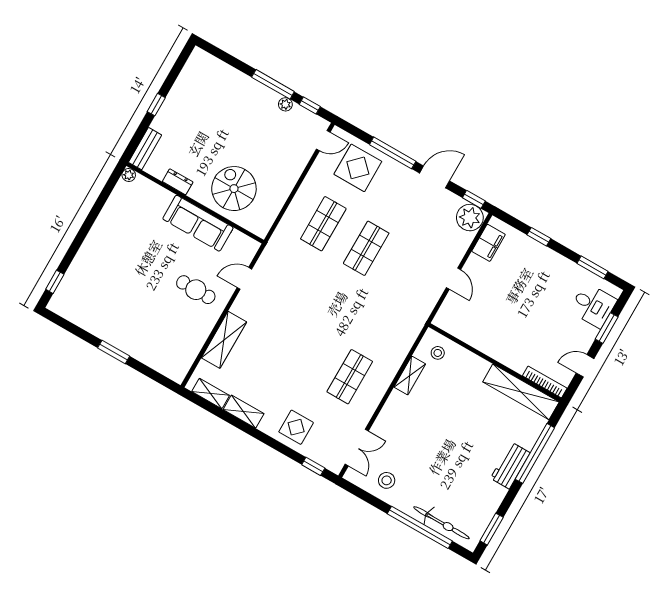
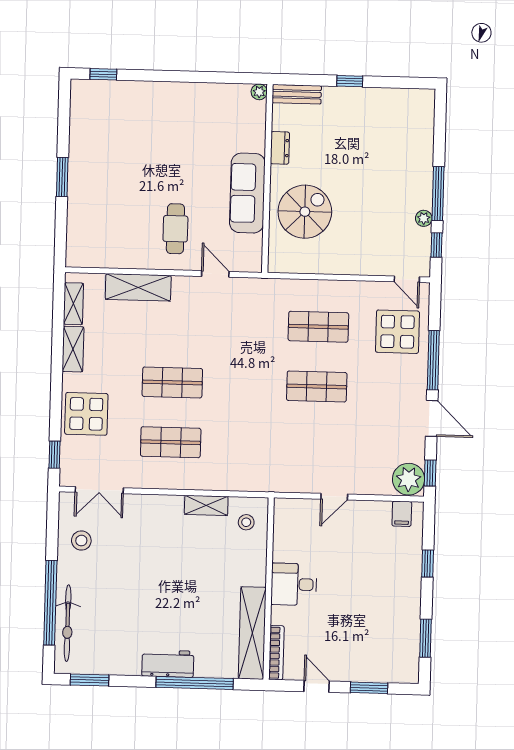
filing cabinet: (489, 243) -> (402, 514), width x0.50
desk: (593, 305) -> (294, 584), moved, turned 90
shop shelf: (307, 352) -> (172, 382), added
display table: (296, 427) -> (86, 414), width x1.36, depth x1.36

